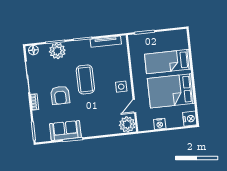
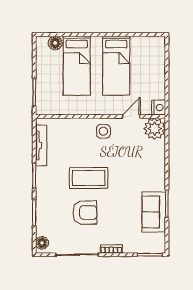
floor lamp: (183, 44) -> (55, 43), added
plant: (57, 51) -> (47, 211), removed
bed: (171, 91) -> (116, 66), width x0.67
armchair: (60, 95) -> (85, 213), moved
door: (134, 106) -> (131, 116), swing flipped
nightstand: (190, 119) -> (156, 44), removed
nightstand: (160, 124) -> (159, 108), moved

